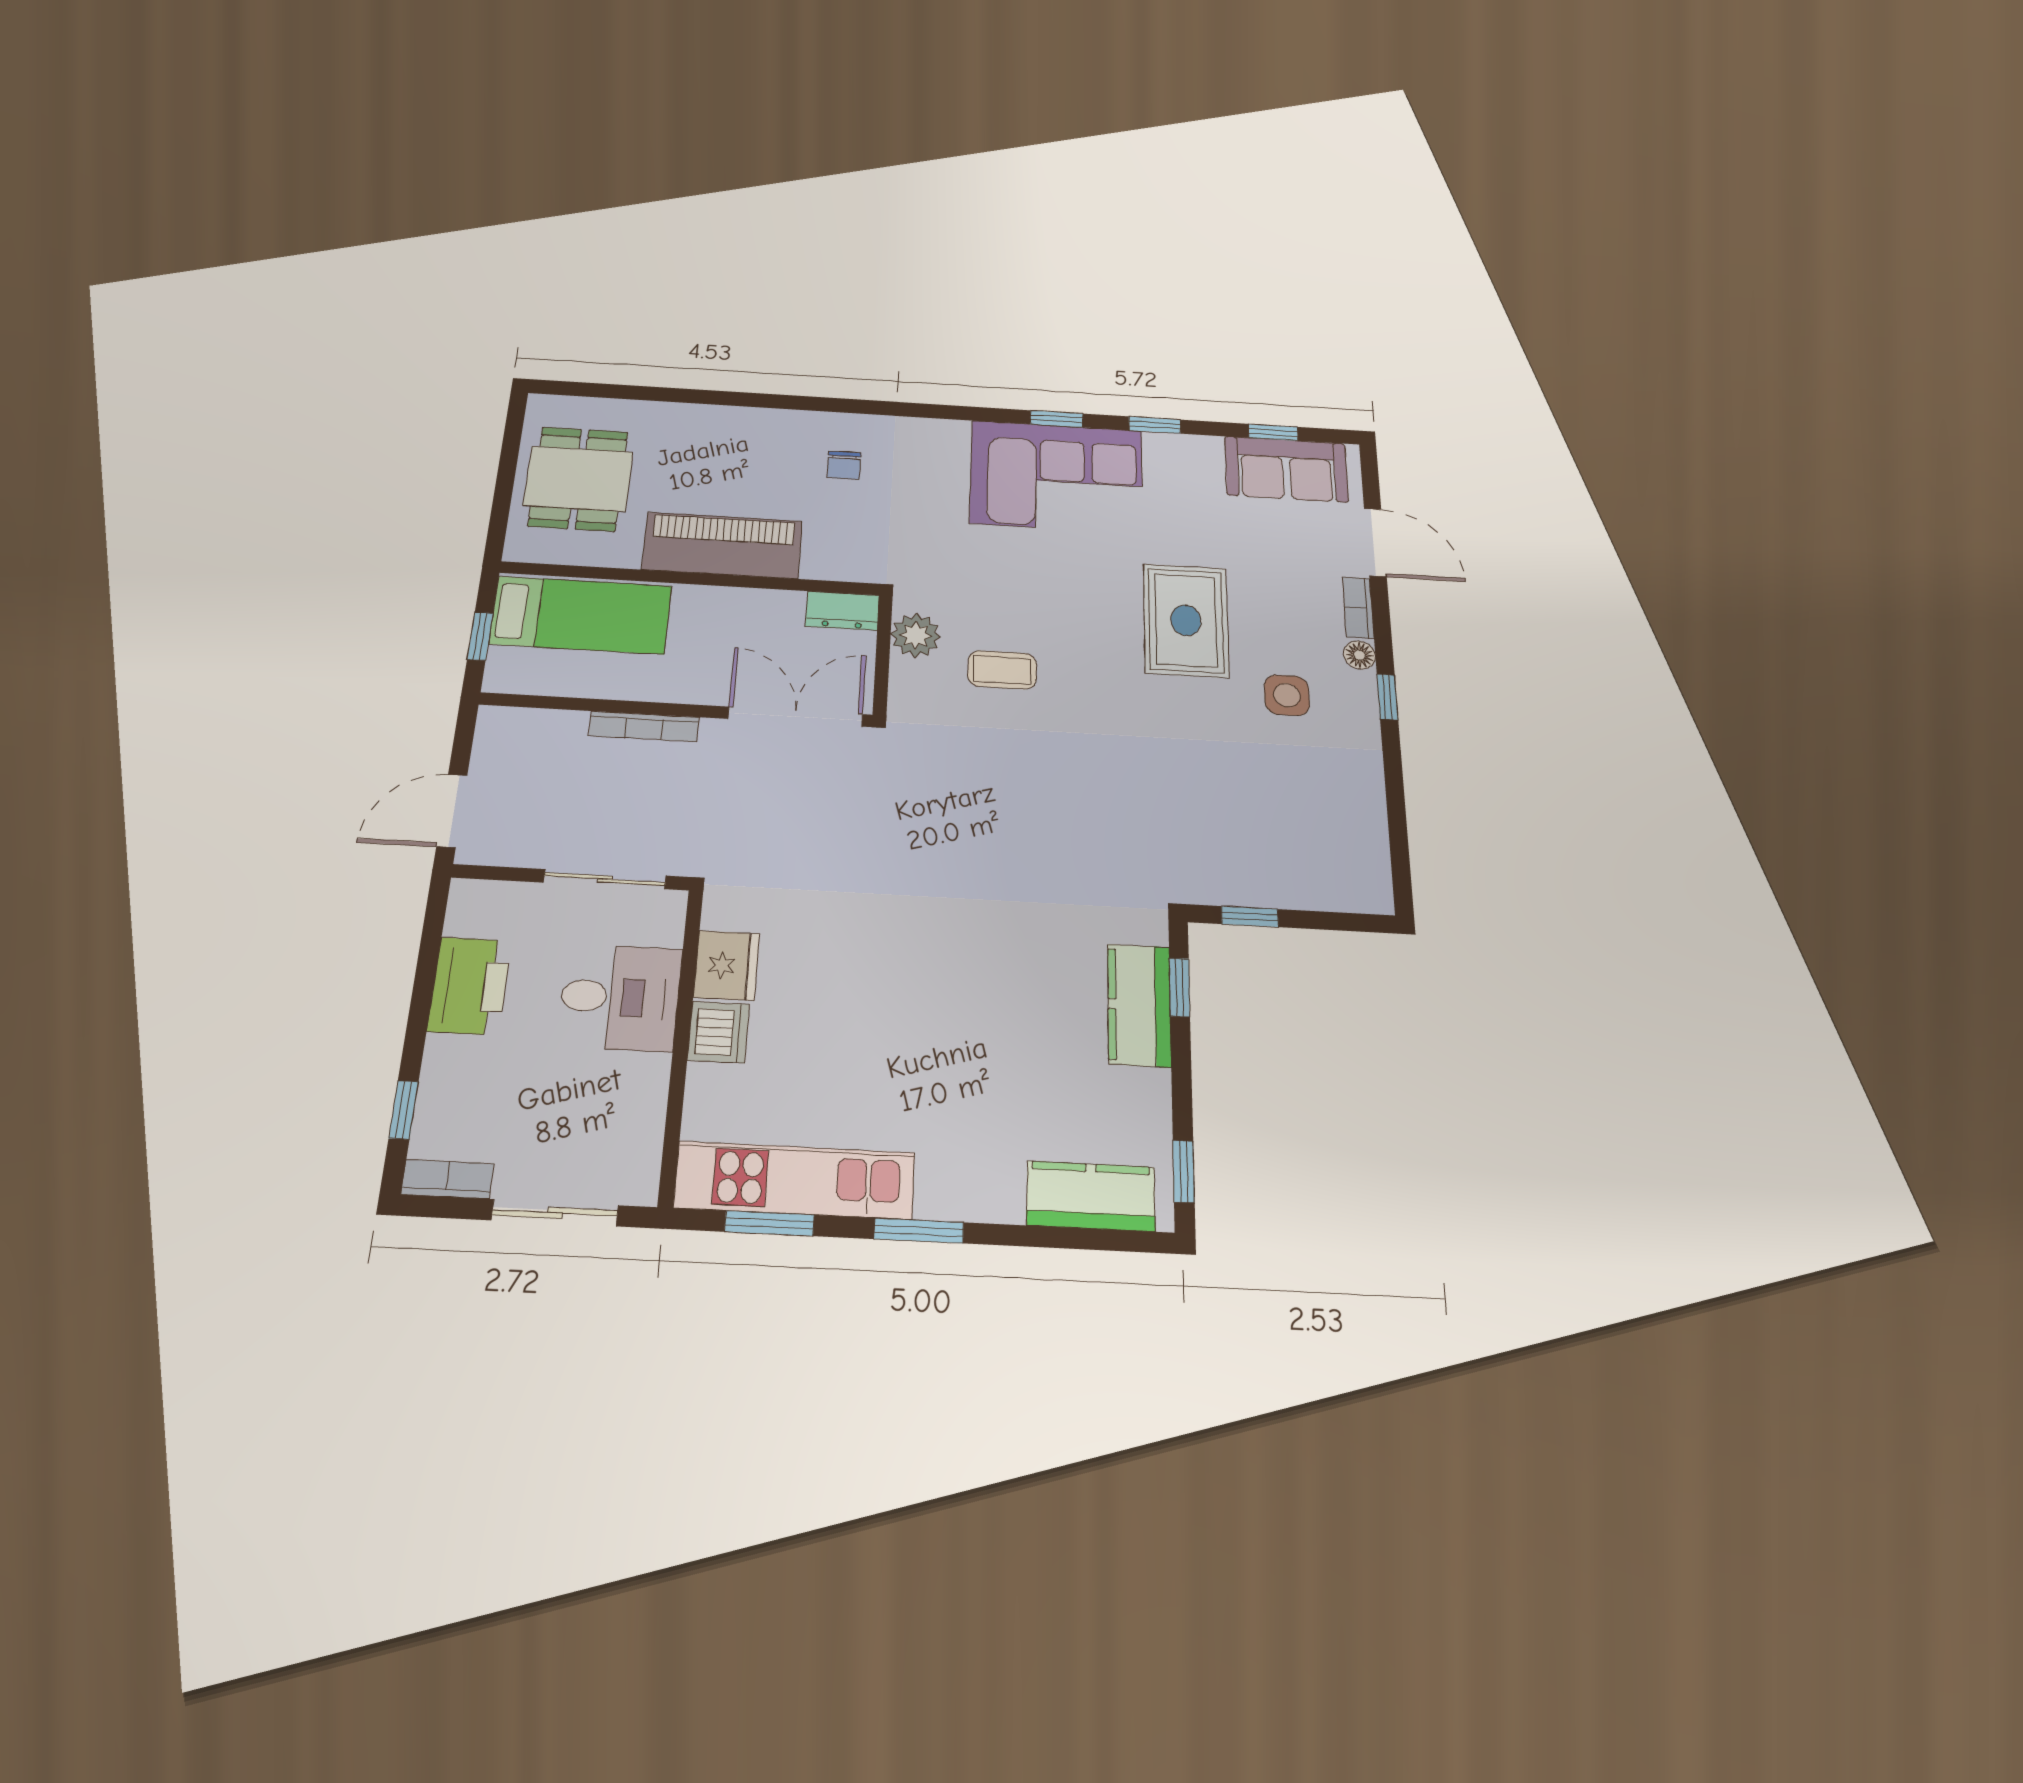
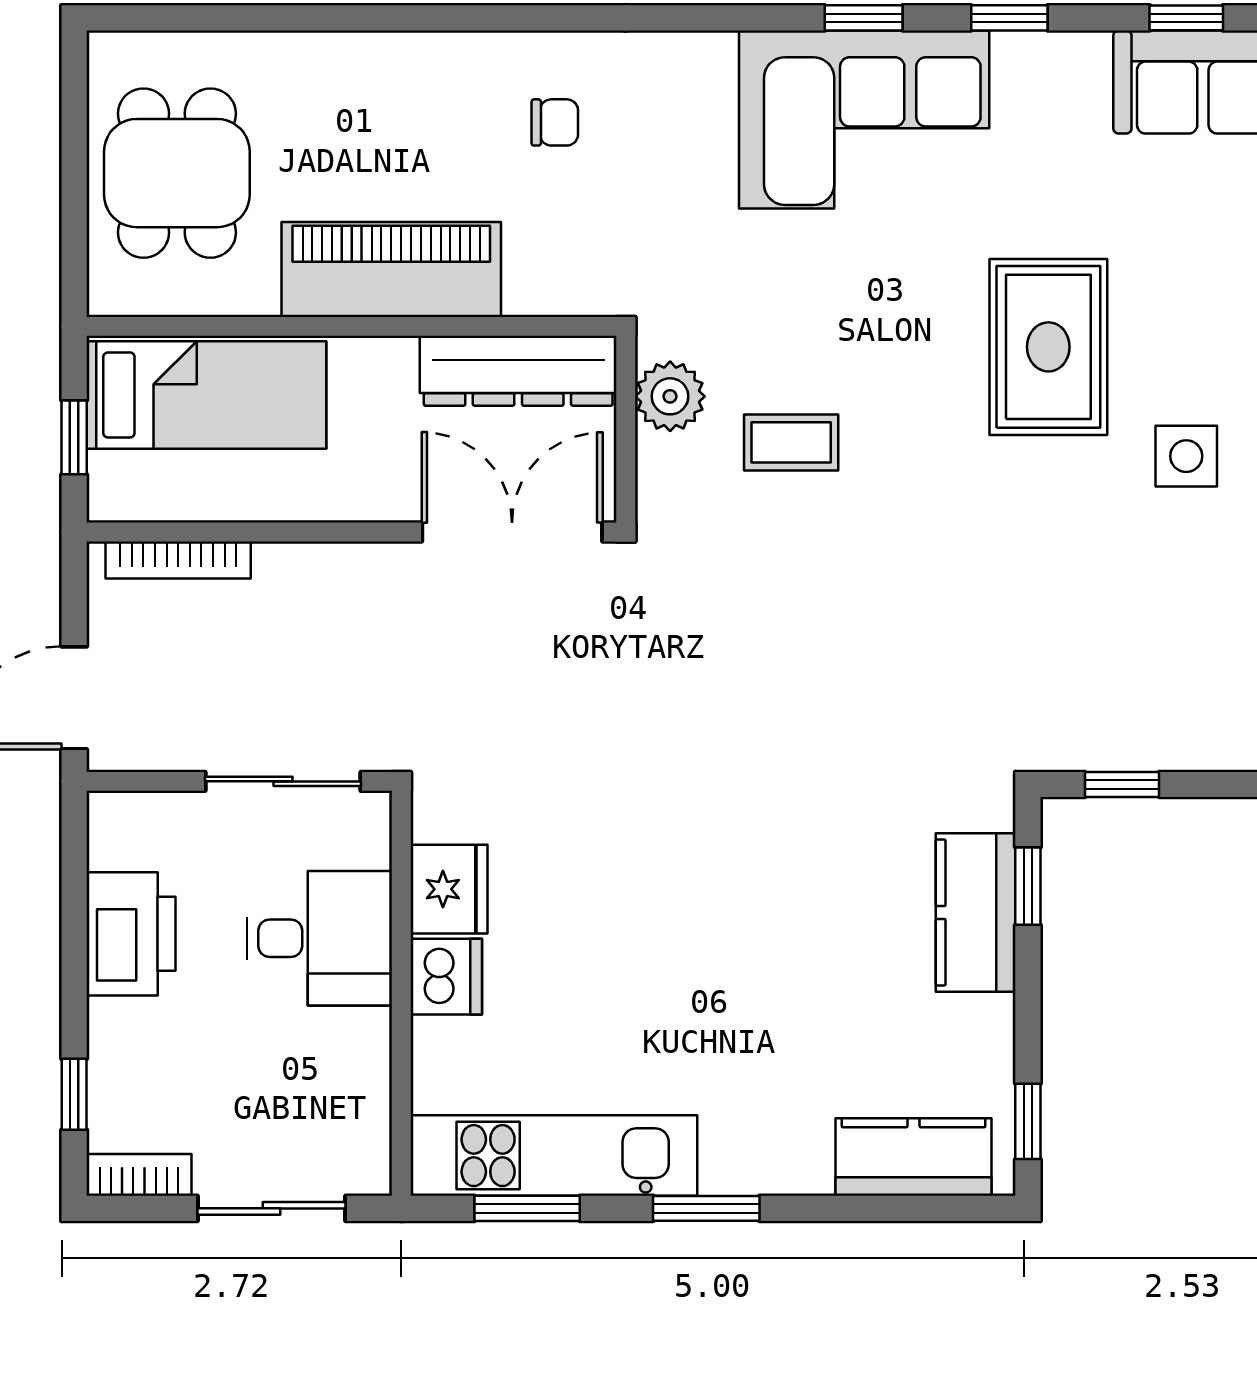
chair: (844, 465) -> (555, 122), turned -90
dresser: (842, 611) -> (518, 371), width x1.96, depth x1.24
bookcase: (644, 727) -> (178, 560), moved

